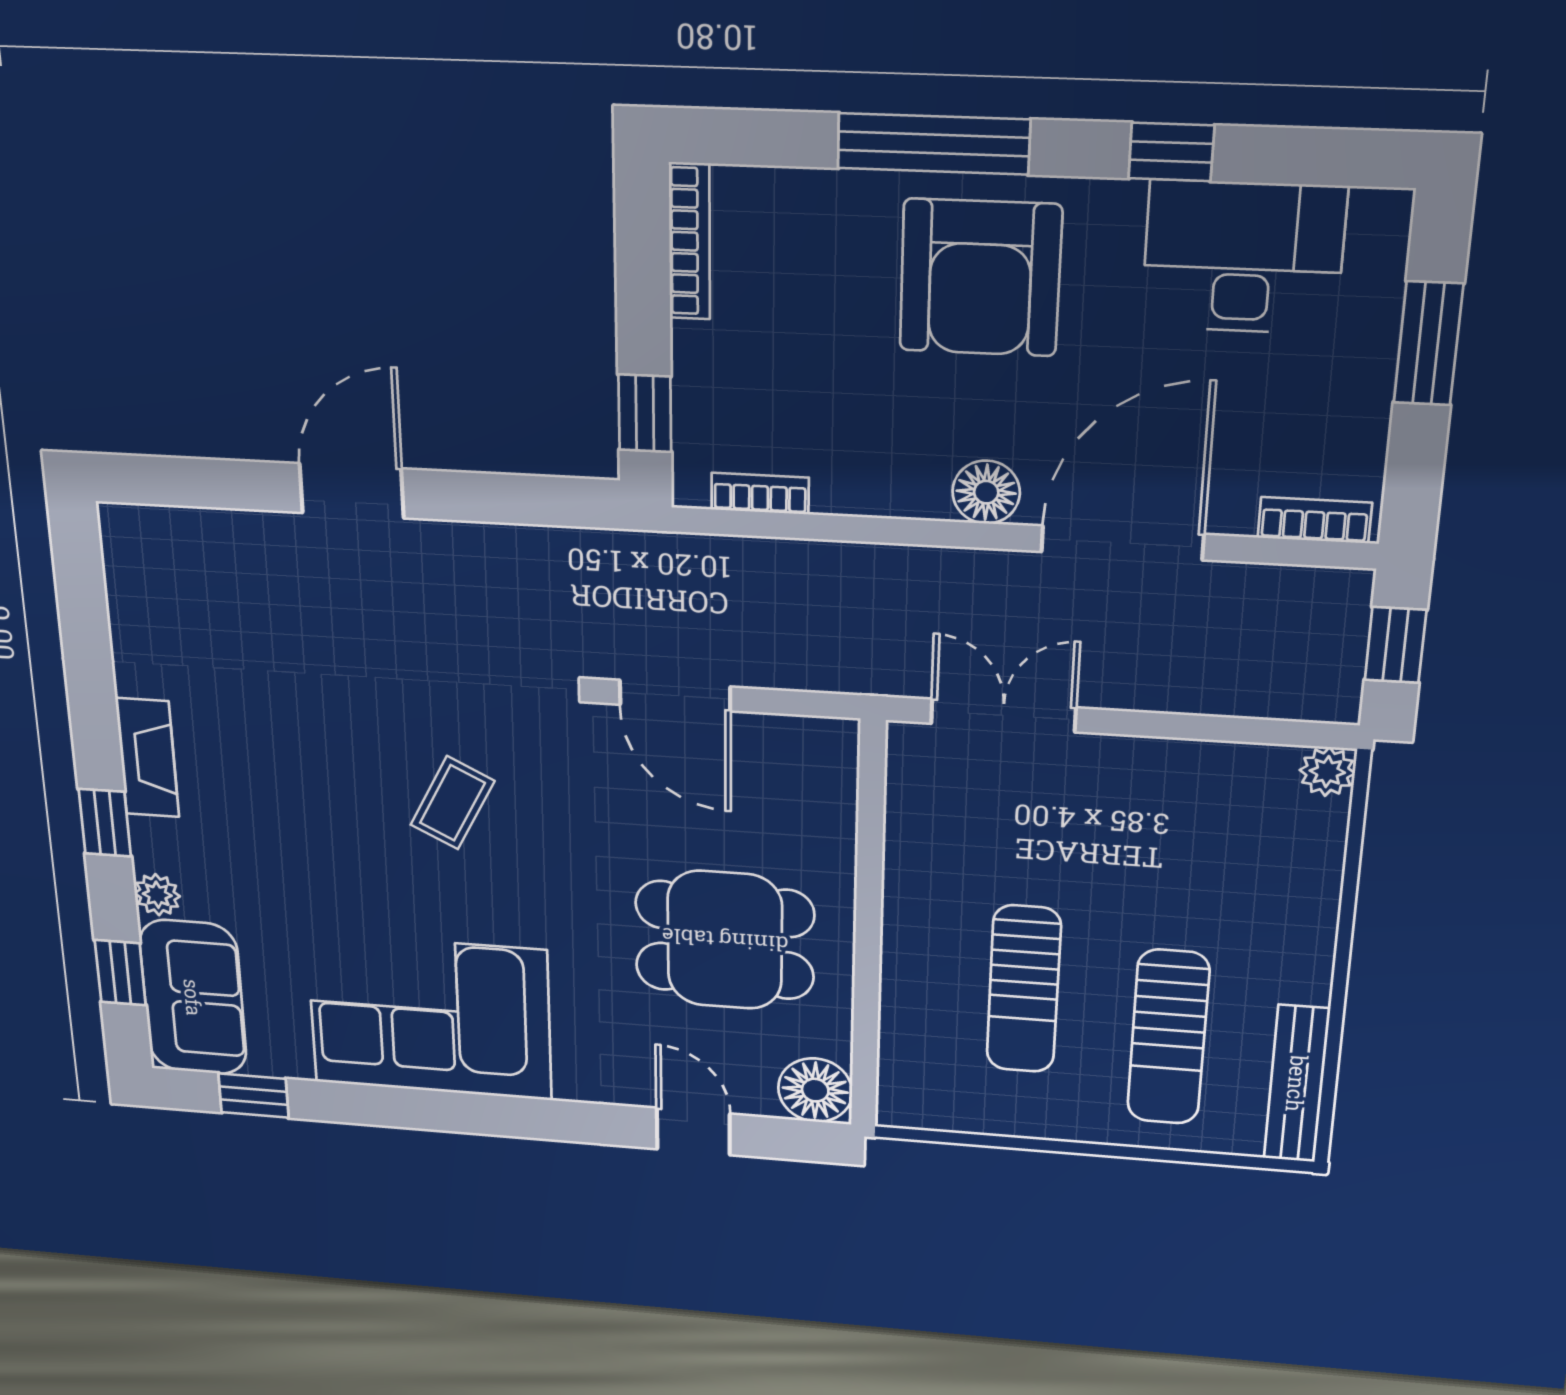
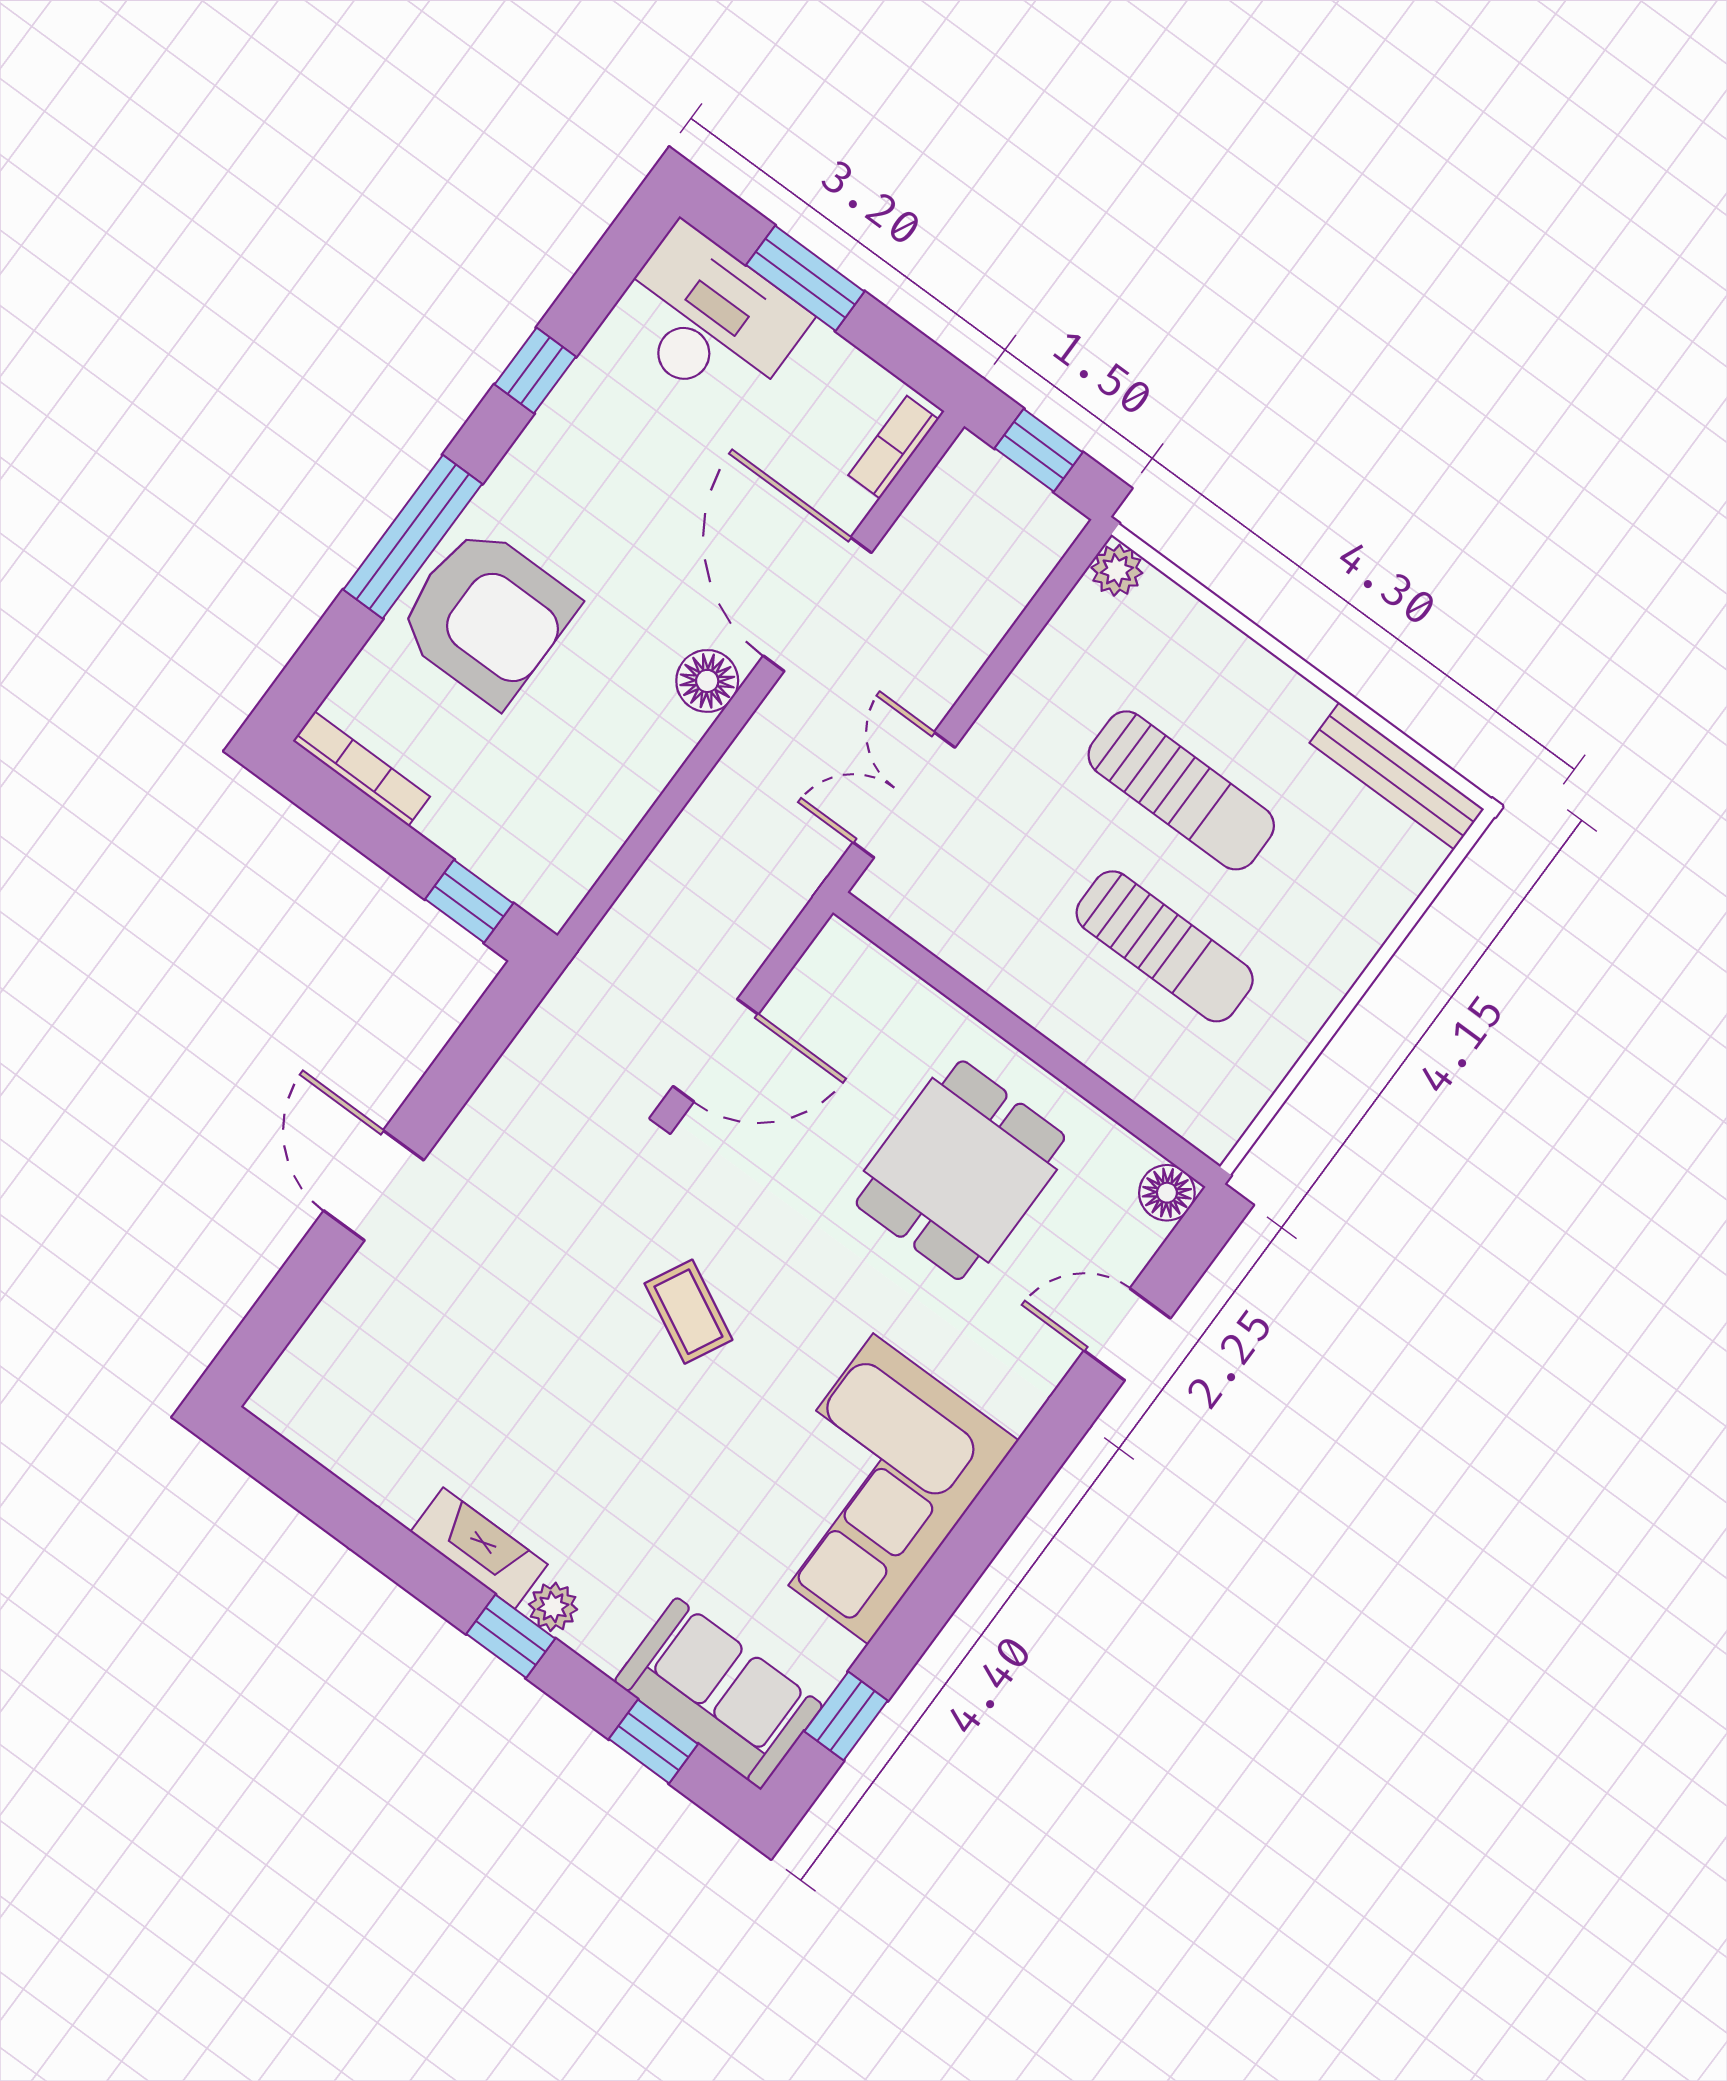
desk: (1243, 257) -> (708, 320), moved, turned 90
armchair: (980, 278) -> (487, 616), moved
bookcase: (760, 494) -> (593, 858), removed
plant: (157, 895) -> (553, 1607), moved
sun lounger: (1168, 1037) -> (1181, 790), moved
floor lamp: (815, 1090) -> (1167, 1193), width x0.73, depth x0.73

